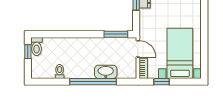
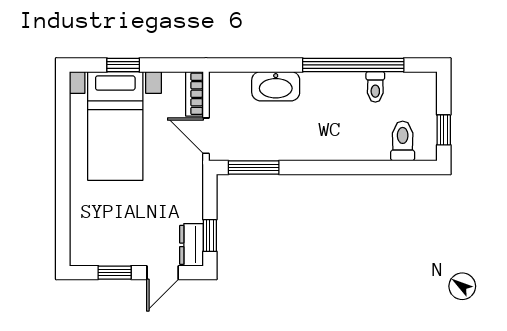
toilet: (37, 46) -> (403, 141), moved
window: (93, 82) -> (353, 65), moved
window: (162, 82) -> (123, 65), moved

